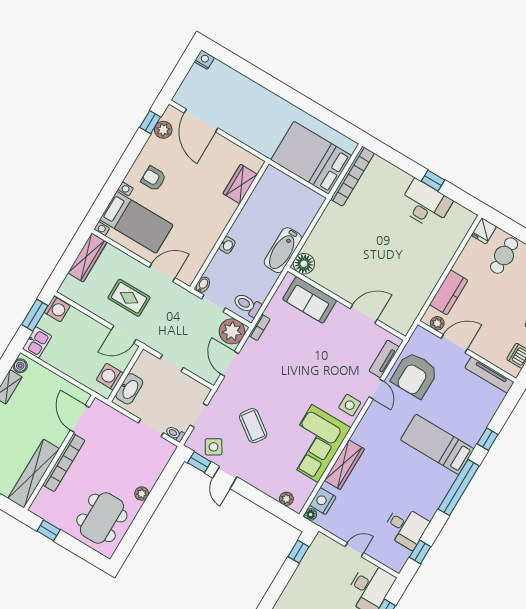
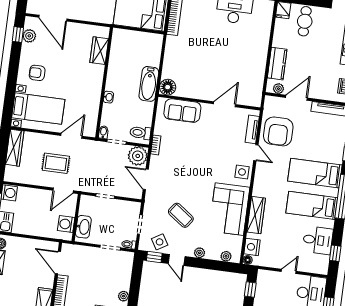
plant: (256, 481) -> (199, 253), added
bed: (417, 482) -> (312, 205), added

